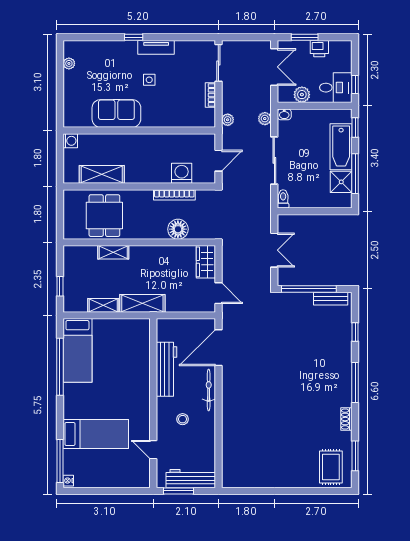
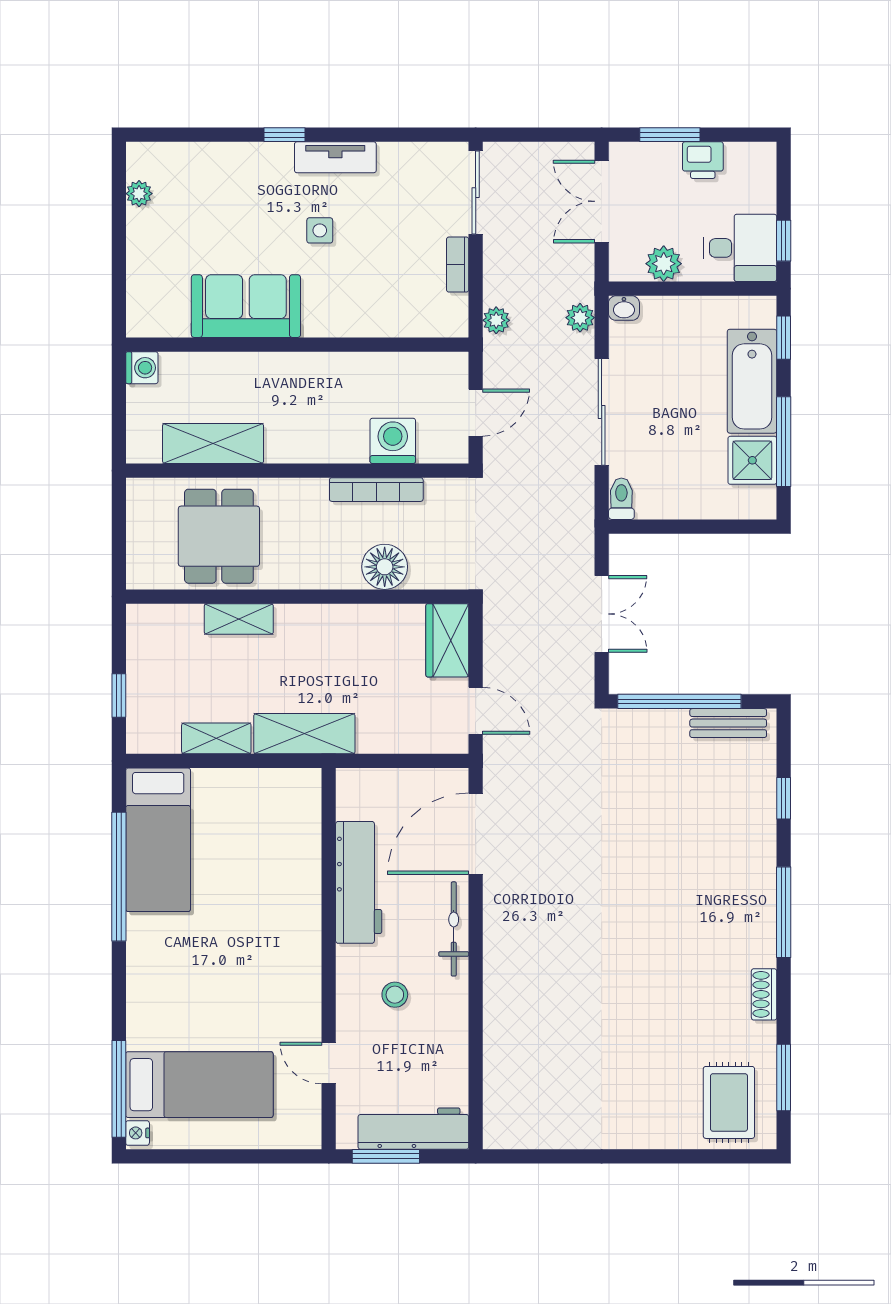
double door: (274, 67) -> (602, 201), swing flipped
bed: (96, 434) -> (199, 1085), moved

